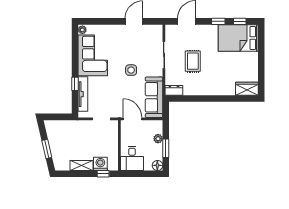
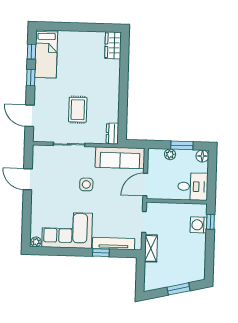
bed: (238, 38) -> (46, 54), width x0.67
rug: (193, 61) -> (78, 110), turned 90
shelving: (82, 166) -> (151, 248), moved

